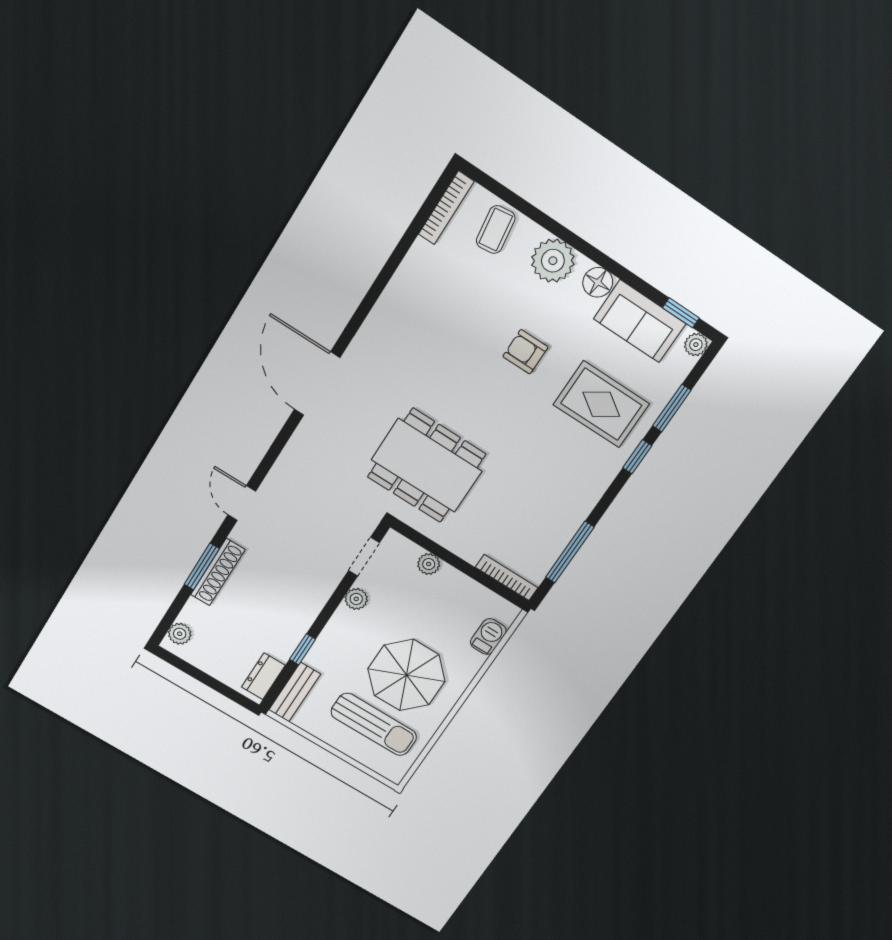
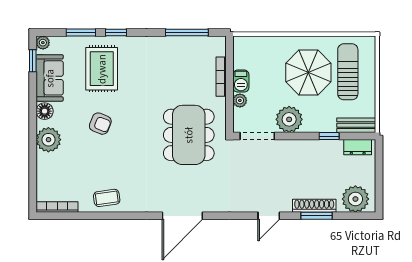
coffee table: (496, 230) -> (107, 198), moved
armchair: (525, 352) -> (100, 124), turned -68
doorway: (364, 557) -> (257, 136), width x1.38
bookcase: (507, 577) -> (221, 77), moved
plant: (356, 599) -> (289, 119), width x1.88, depth x1.88
plant: (180, 634) -> (355, 199), width x1.87, depth x1.87
barbecue: (488, 637) -> (241, 81), moved, turned -90

